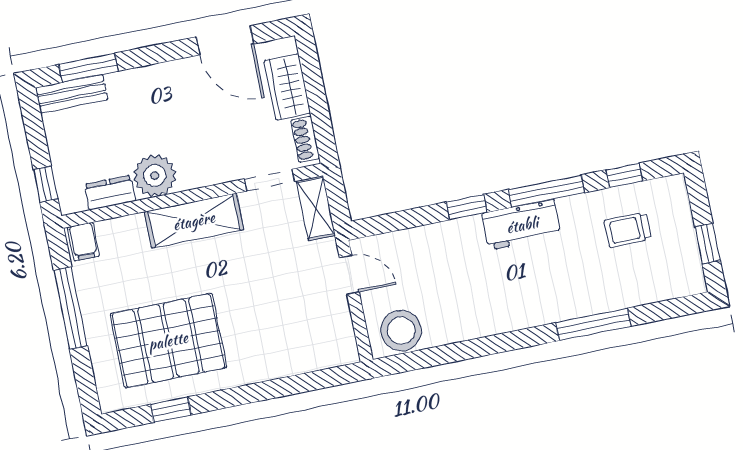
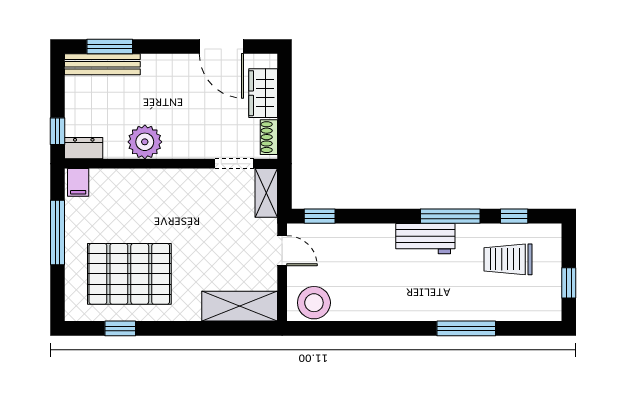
bench: (72, 94) -> (102, 64), width x1.36
dresser: (110, 193) -> (84, 148), moved
window: (467, 207) -> (320, 216), moved
shelving: (194, 221) -> (240, 306), moved
trolley: (628, 230) -> (508, 259), width x1.36, depth x1.39

